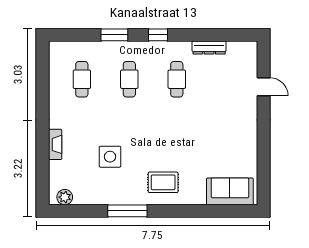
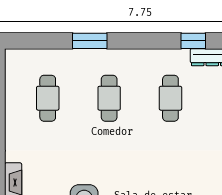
window: (158, 35) -> (193, 41), moved

